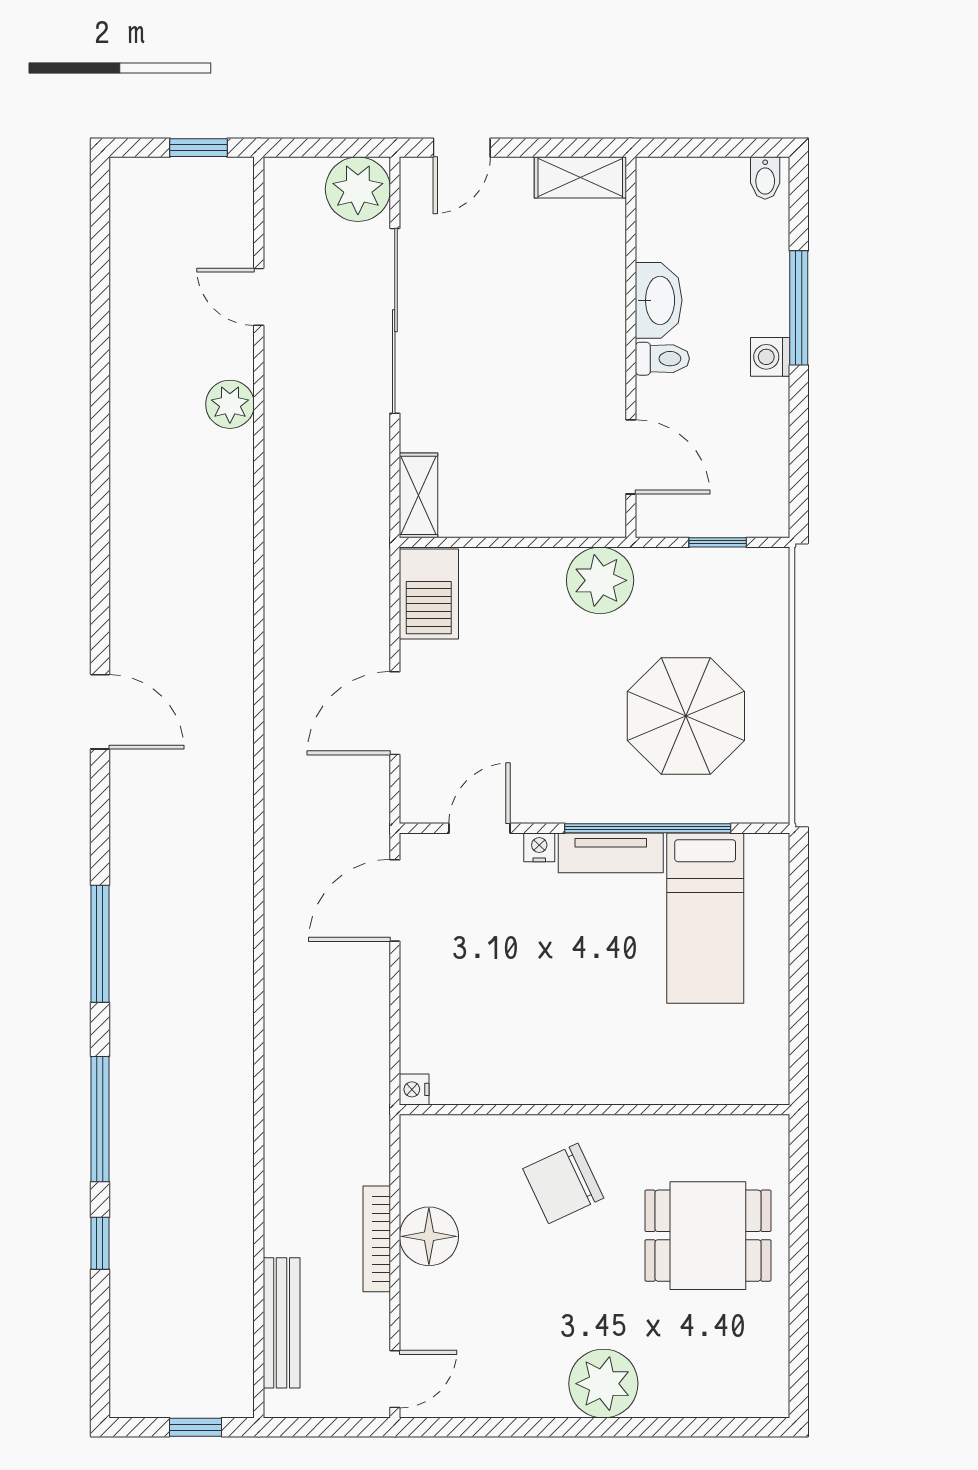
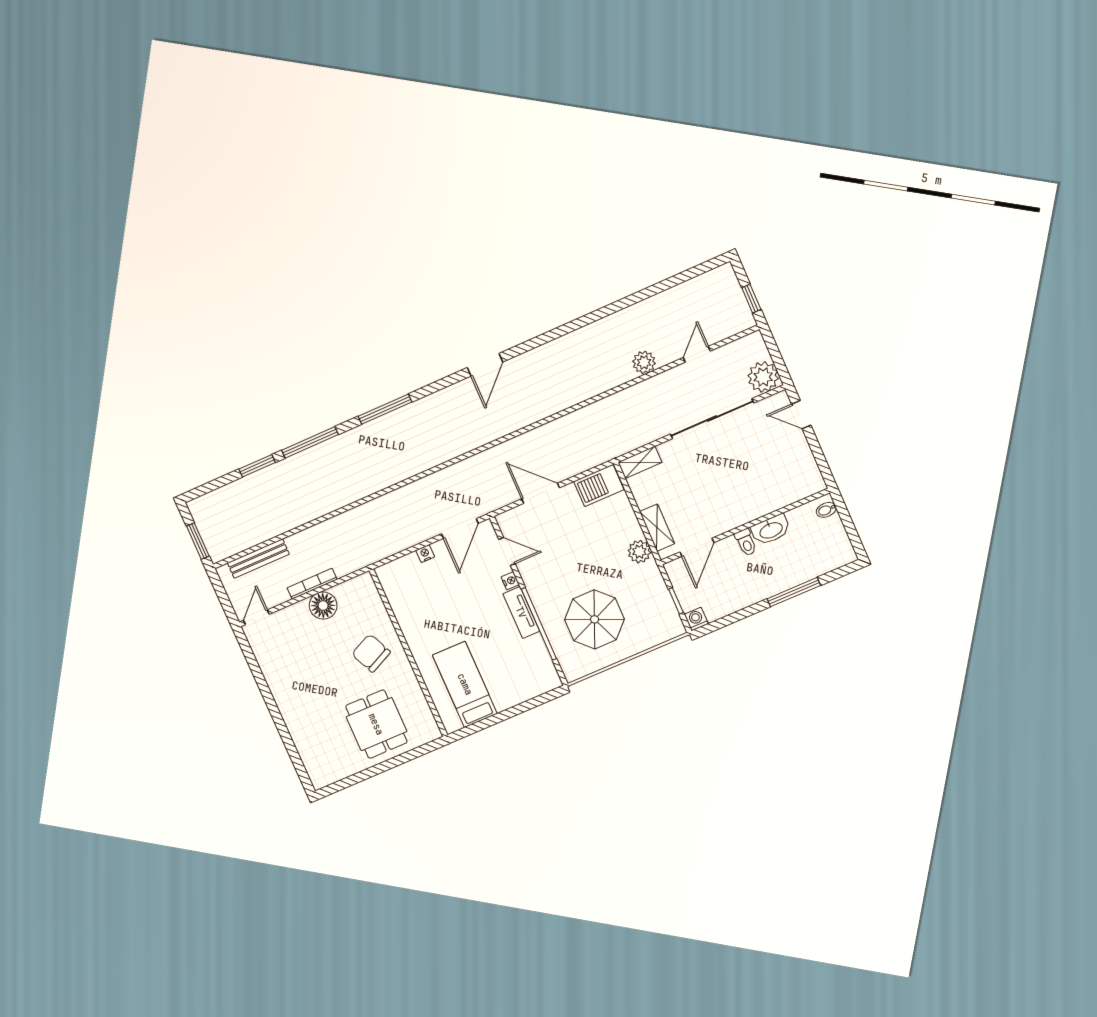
shelving: (580, 177) -> (657, 528), moved
bidet: (765, 178) -> (826, 510), moved
washing machine: (770, 357) -> (696, 619), moved
plant: (600, 580) -> (639, 552), width x0.73, depth x0.73
door: (395, 900) -> (460, 529), swing flipped
bed: (705, 918) -> (465, 684), moved, turned 90
nightstand: (414, 1089) -> (425, 554), moved
window: (100, 1243) -> (257, 466), width x1.50
door: (395, 1379) -> (256, 617), swing flipped
plant: (603, 1384) -> (294, 707), removed
window: (195, 1427) -> (198, 541), width x1.50

